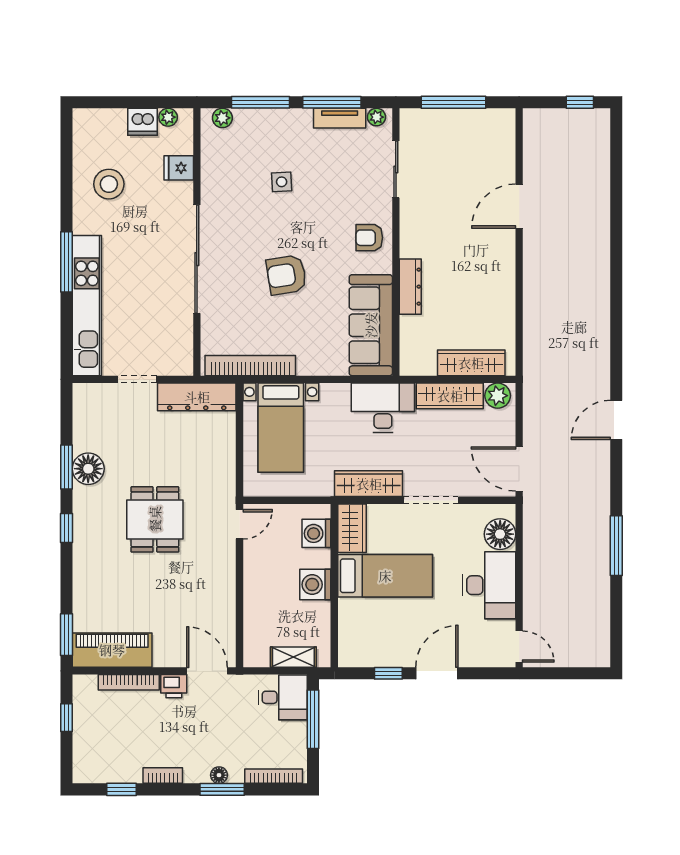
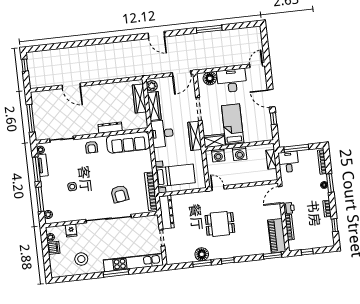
armchair: (286, 275) -> (120, 194), moved

